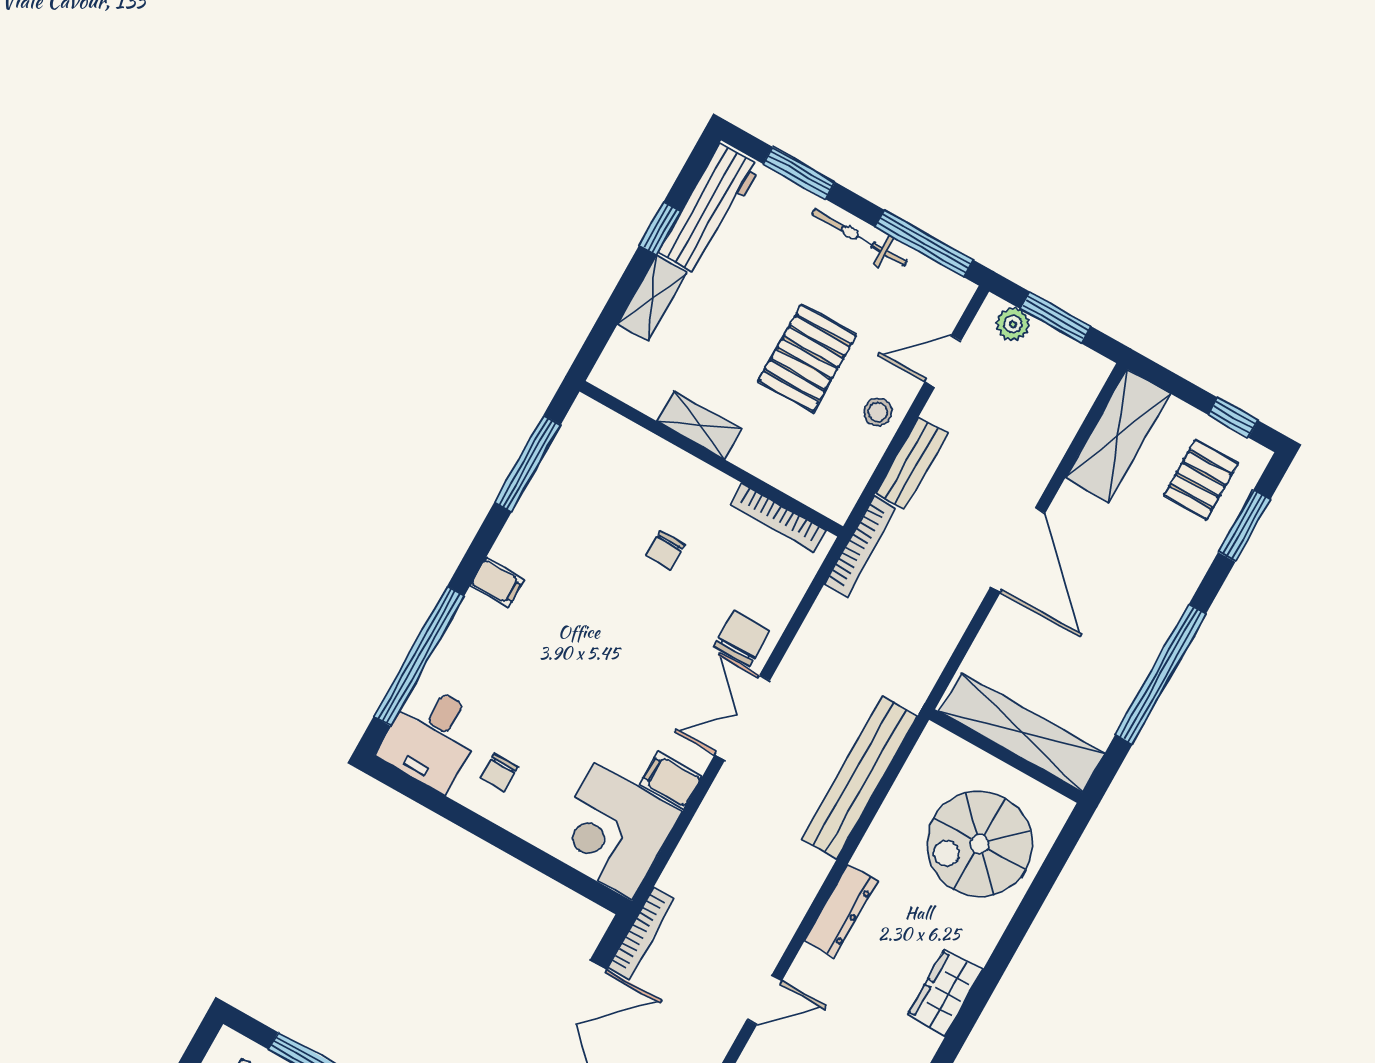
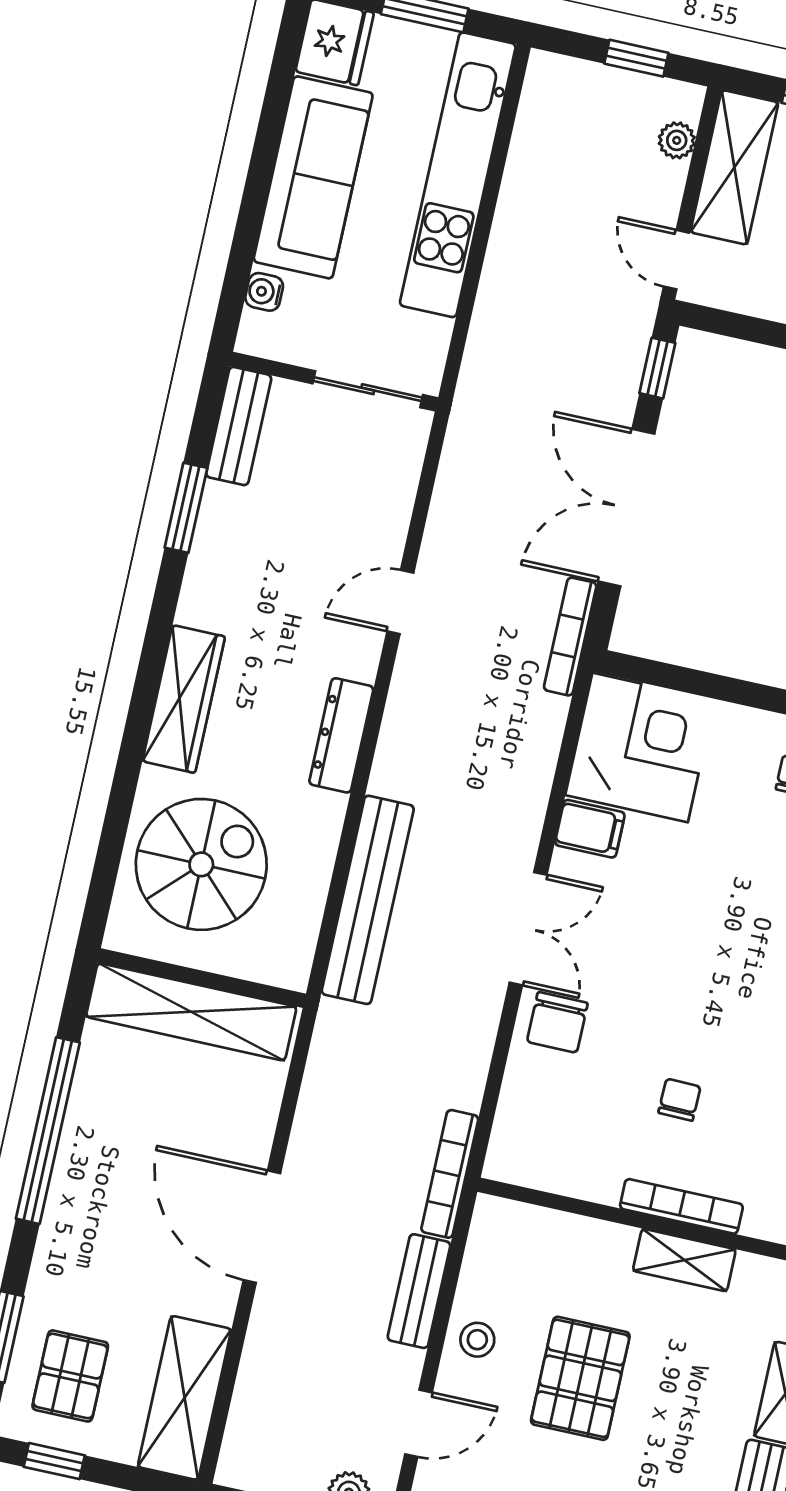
bookcase: (778, 518) -> (681, 1206), moved
wardrobe: (945, 992) -> (184, 699), width x1.50

